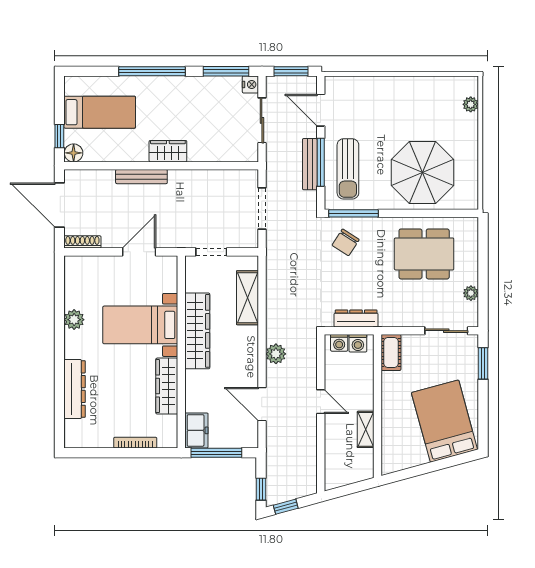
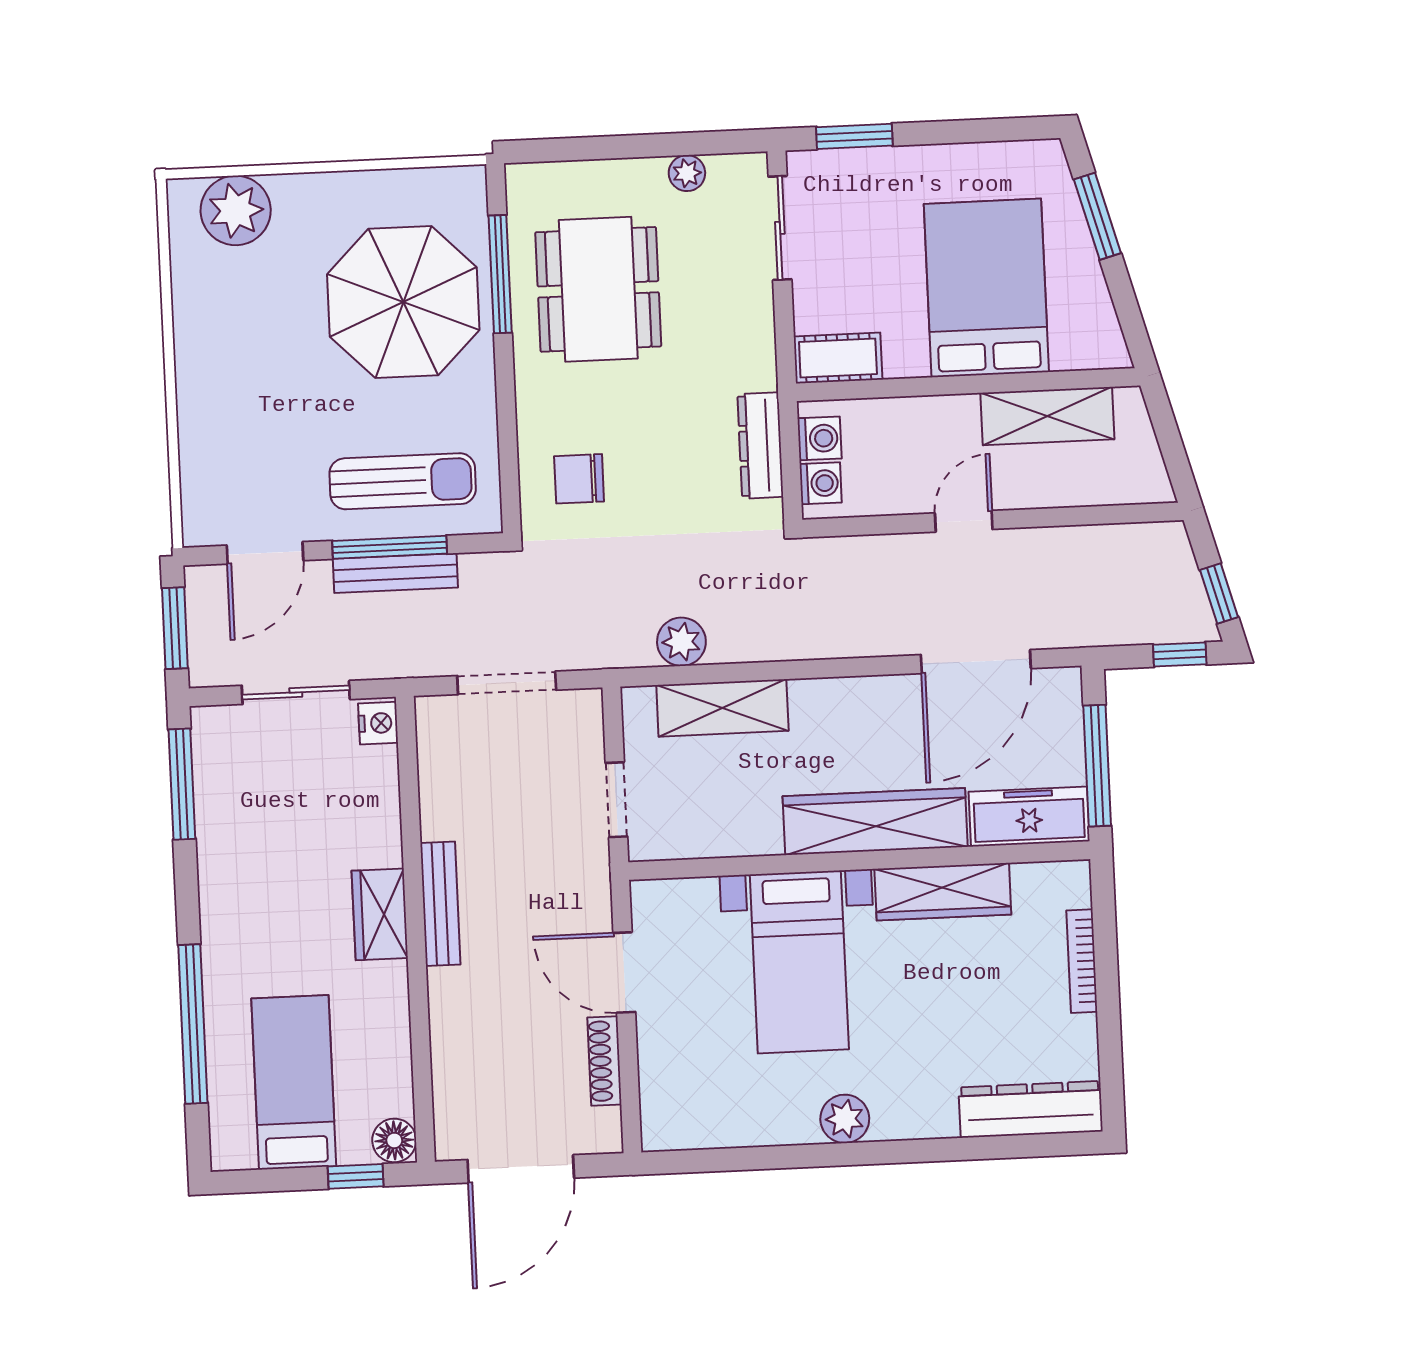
window: (152, 71) -> (193, 1024), moved
nightstand: (250, 84) -> (378, 723), moved, turned 90
plant: (471, 104) -> (236, 210), width x1.88, depth x1.88
bench: (141, 177) -> (440, 904), moved
window: (354, 213) -> (500, 274), moved
shoe rack: (82, 242) -> (604, 1061), moved
chair: (346, 242) -> (579, 479), turned 147
plant: (74, 320) -> (845, 1119), moved
wardrobe: (197, 331) -> (875, 822), moved
plant: (276, 354) -> (681, 642), moved
dresser: (75, 389) -> (1031, 1109), moved
door: (262, 404) -> (976, 662), width x1.36
bed: (444, 421) -> (986, 288), moved, turned 105
shelving: (366, 429) -> (1047, 416), width x1.50, depth x1.33
freezer: (196, 430) -> (1029, 817), width x1.40
window: (445, 463) -> (1097, 216), added

